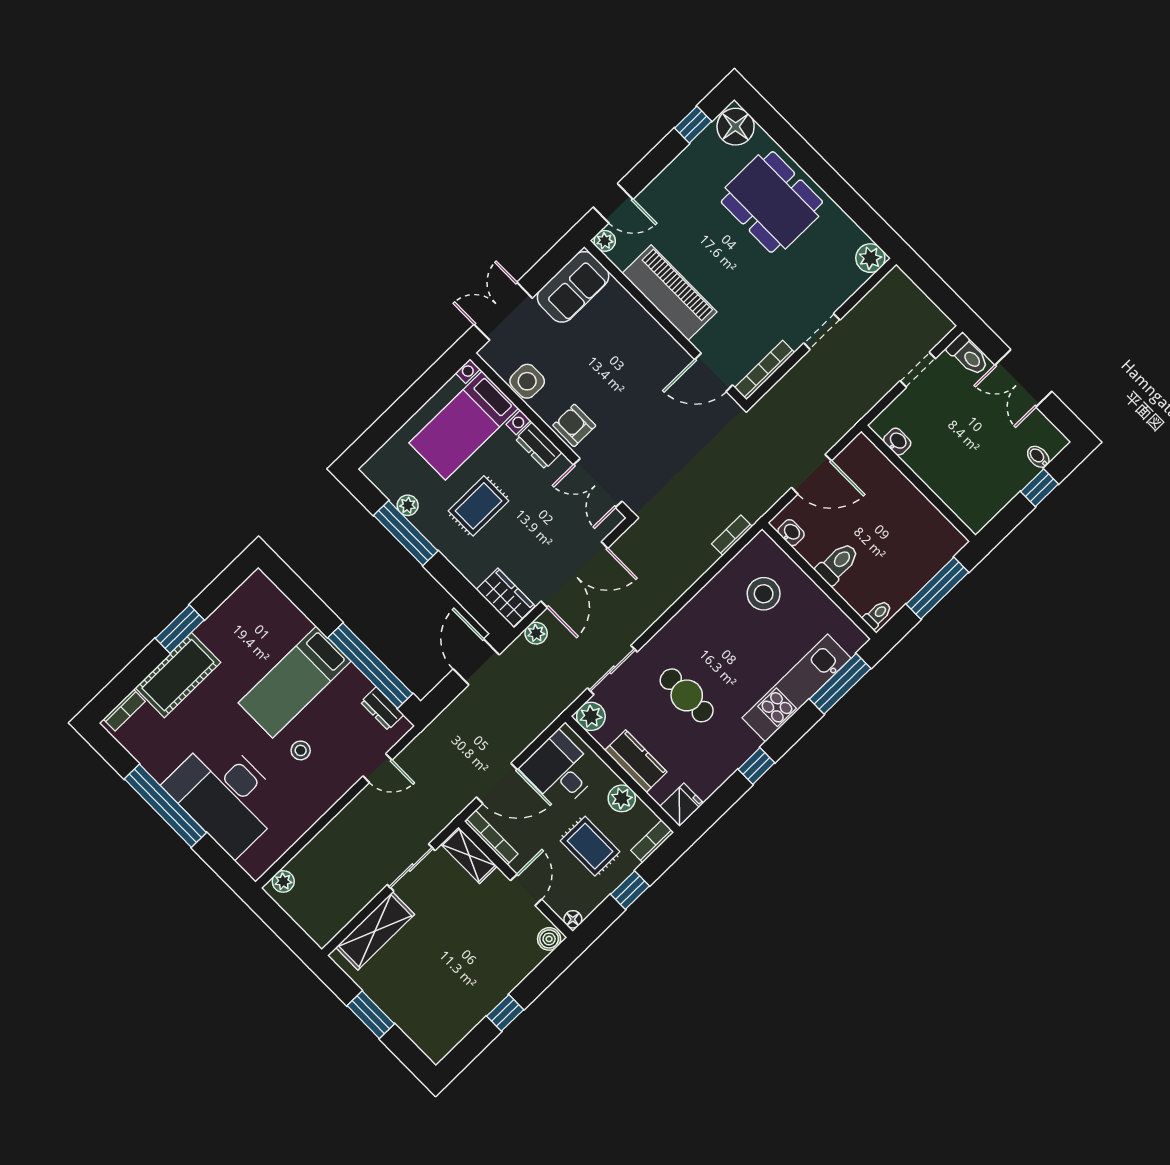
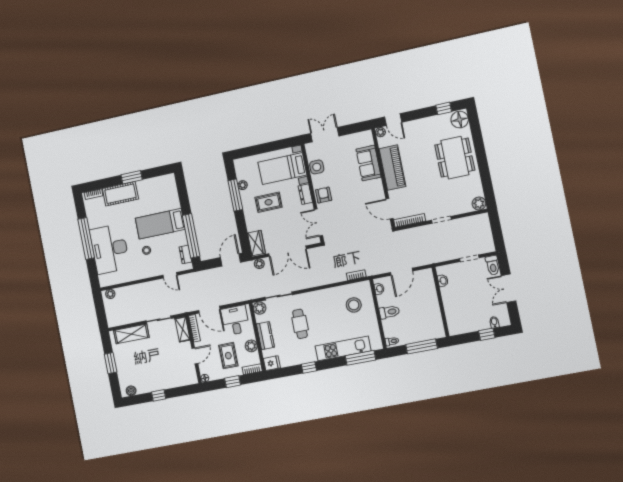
sofa: (573, 287) -> (369, 163), moved, turned 90
door: (812, 474) -> (402, 272), hinge flipped
boiler: (549, 939) -> (131, 391), moved

